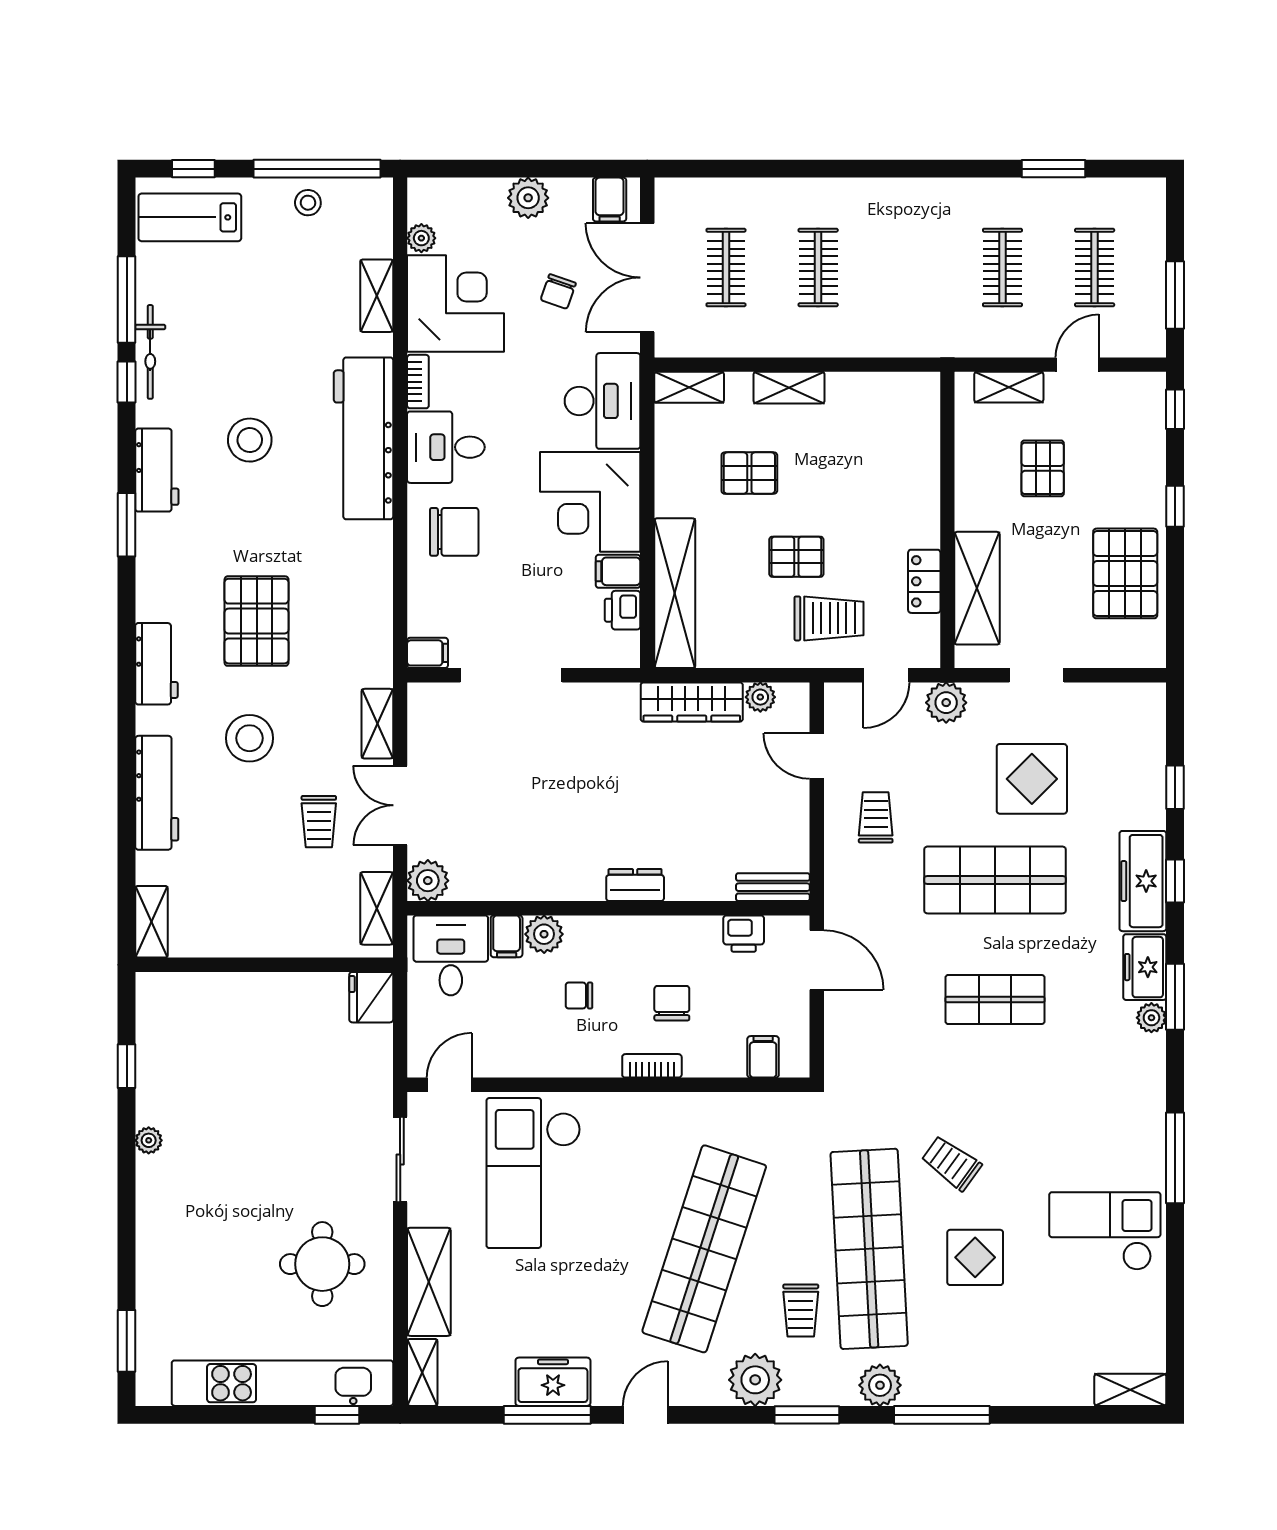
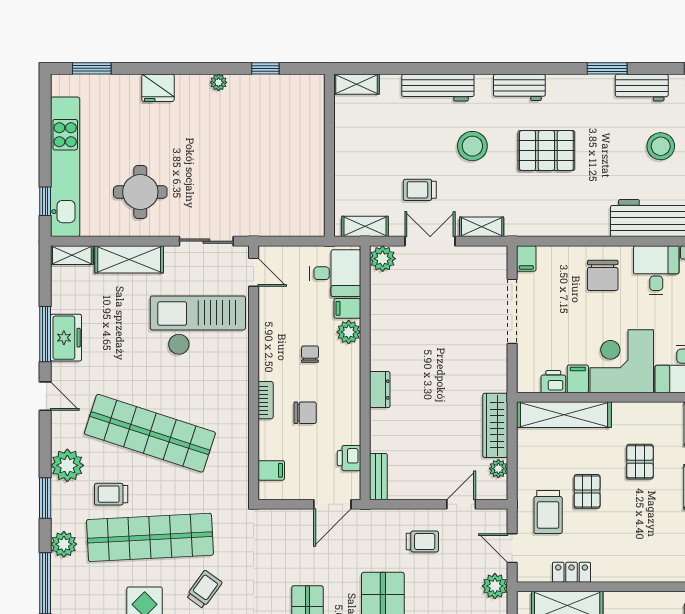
fridge: (371, 997) -> (158, 88), moved, turned 180

